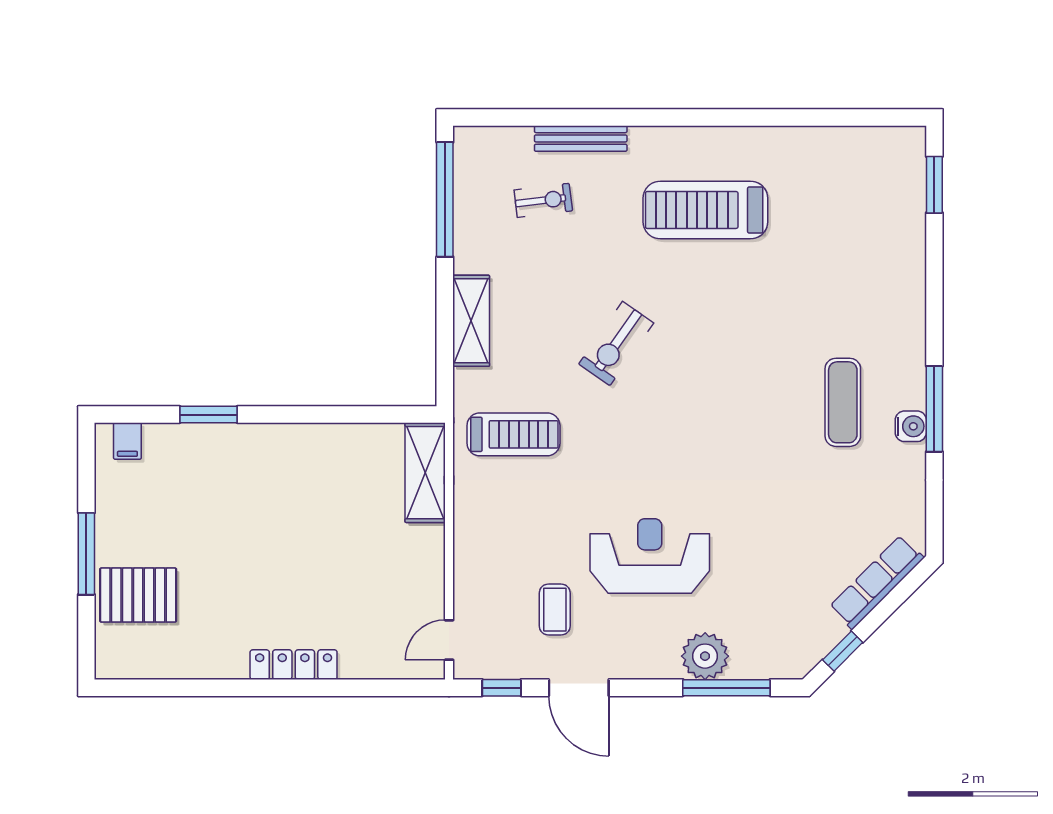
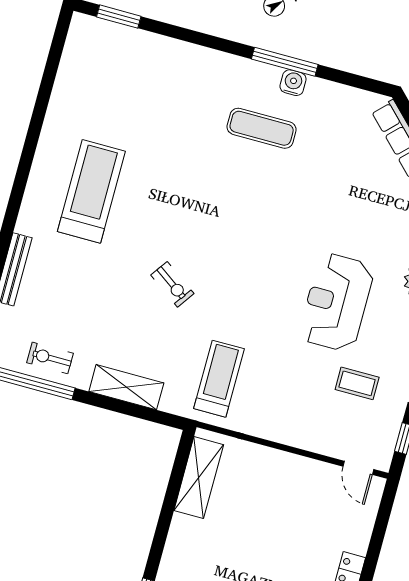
exercise bike: (543, 200) -> (50, 358), moved, turned -83
treadmill: (705, 210) -> (91, 191), turned 180
exercise bike: (616, 344) -> (172, 284), width x0.73, depth x0.72
shelving: (425, 473) -> (199, 478), moved, turned 90

